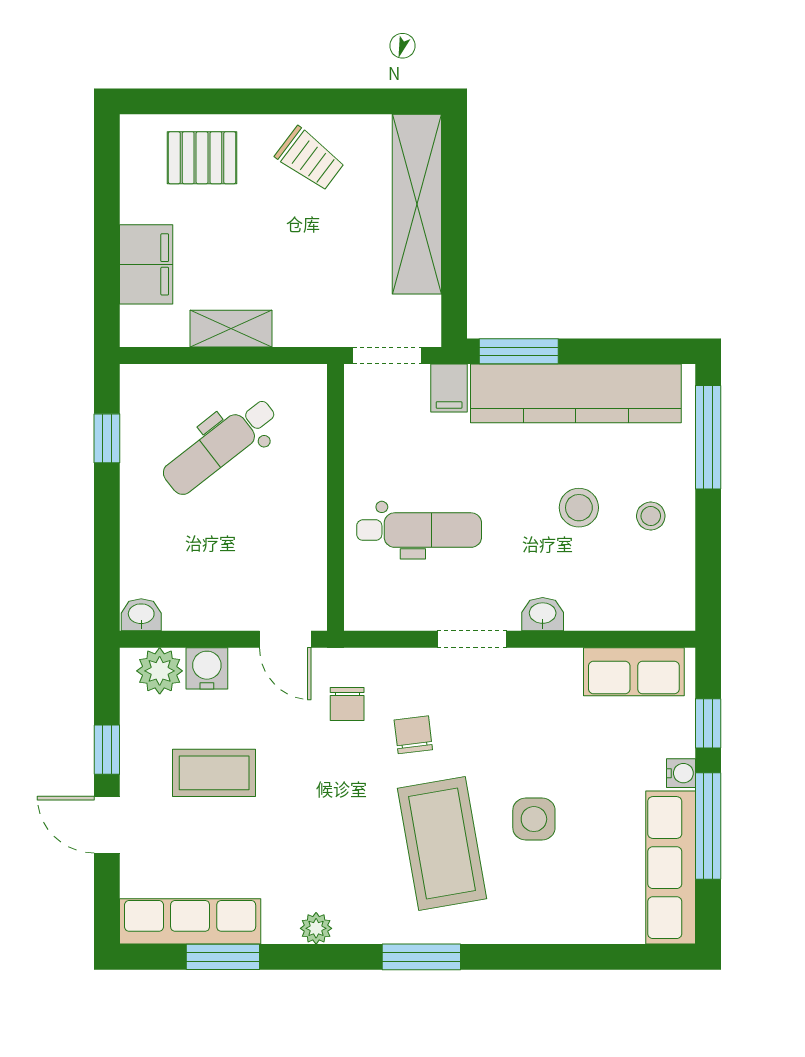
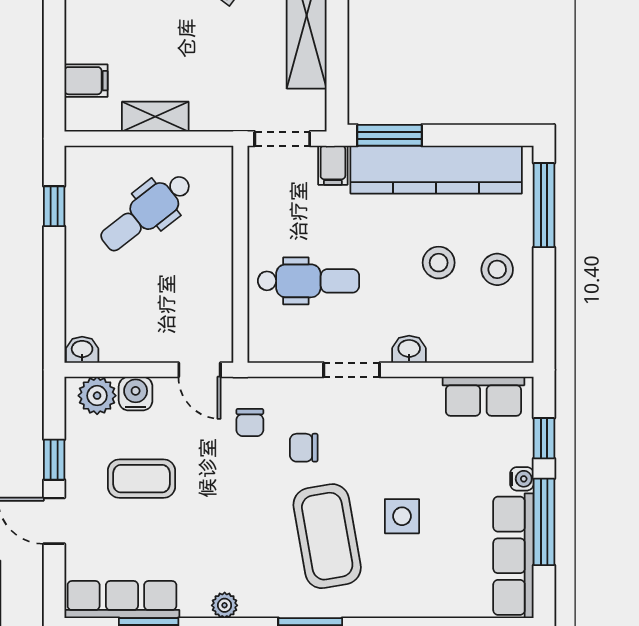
filing cabinet: (146, 264) -> (86, 81), width x0.50
stool: (651, 516) -> (497, 269), width x1.37, depth x1.37
chair: (413, 735) -> (304, 448), turned -83

